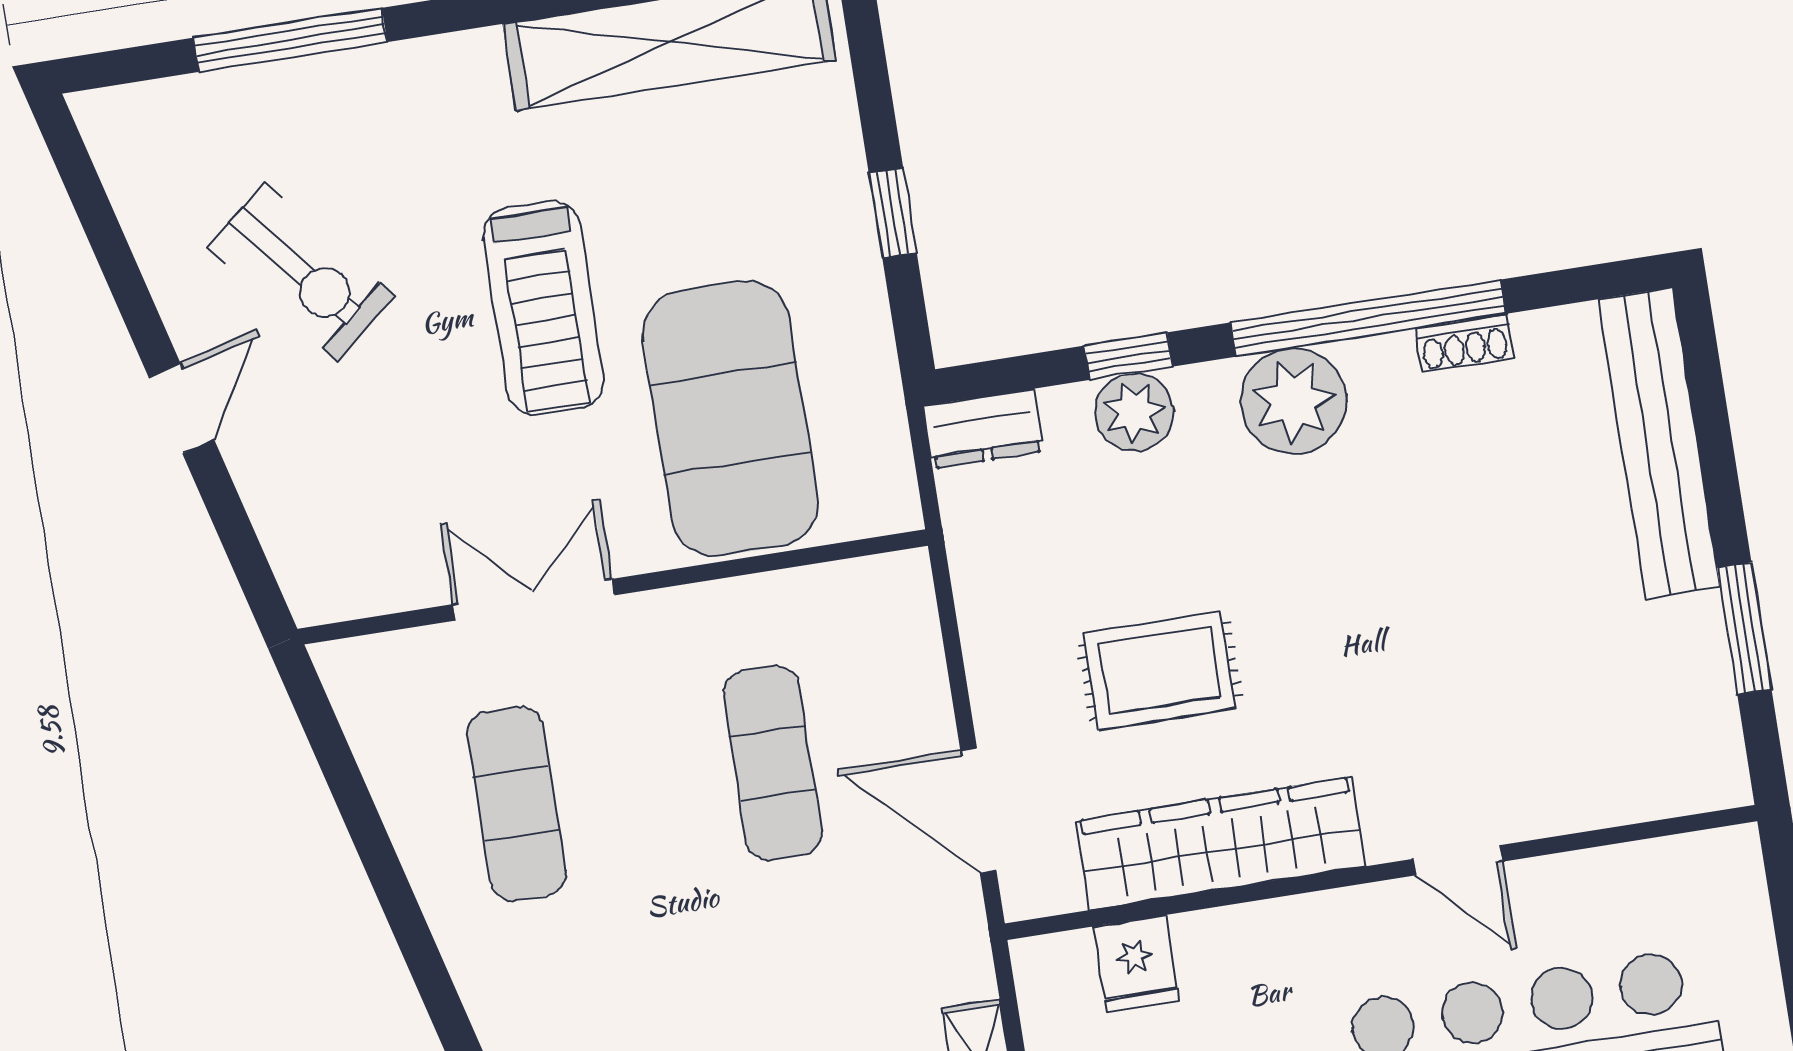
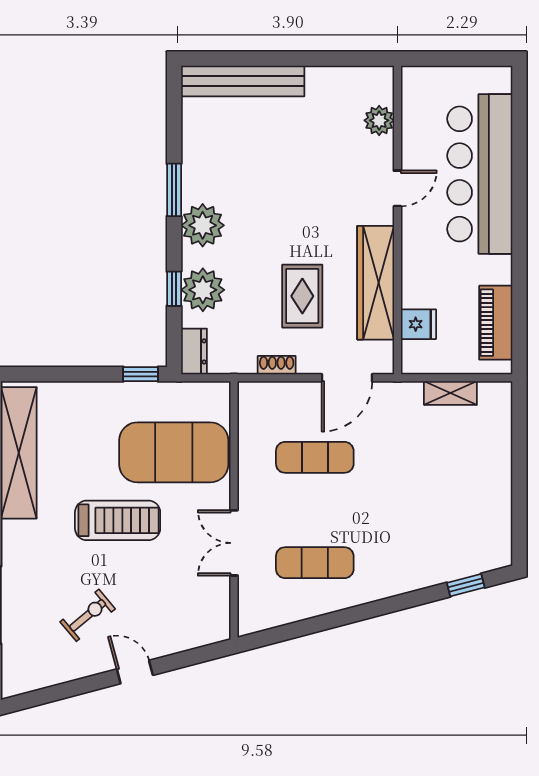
window: (893, 213) -> (141, 374), moved
exercise bike: (301, 272) -> (88, 615), width x0.73, depth x0.72
window: (1368, 318) -> (174, 190), width x0.47
shoe rack: (1464, 343) -> (277, 365), moved, turned -90
plant: (1134, 412) -> (203, 290), width x1.36, depth x1.36
window: (1744, 628) -> (323, 59), removed
plant: (1616, 790) -> (379, 120), added

